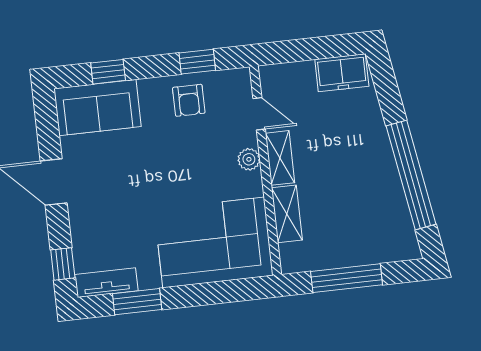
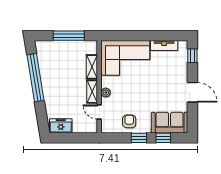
window: (197, 62) -> (139, 138), moved
tv unit: (106, 283) -> (164, 46), moved
window: (137, 302) -> (162, 36), removed

